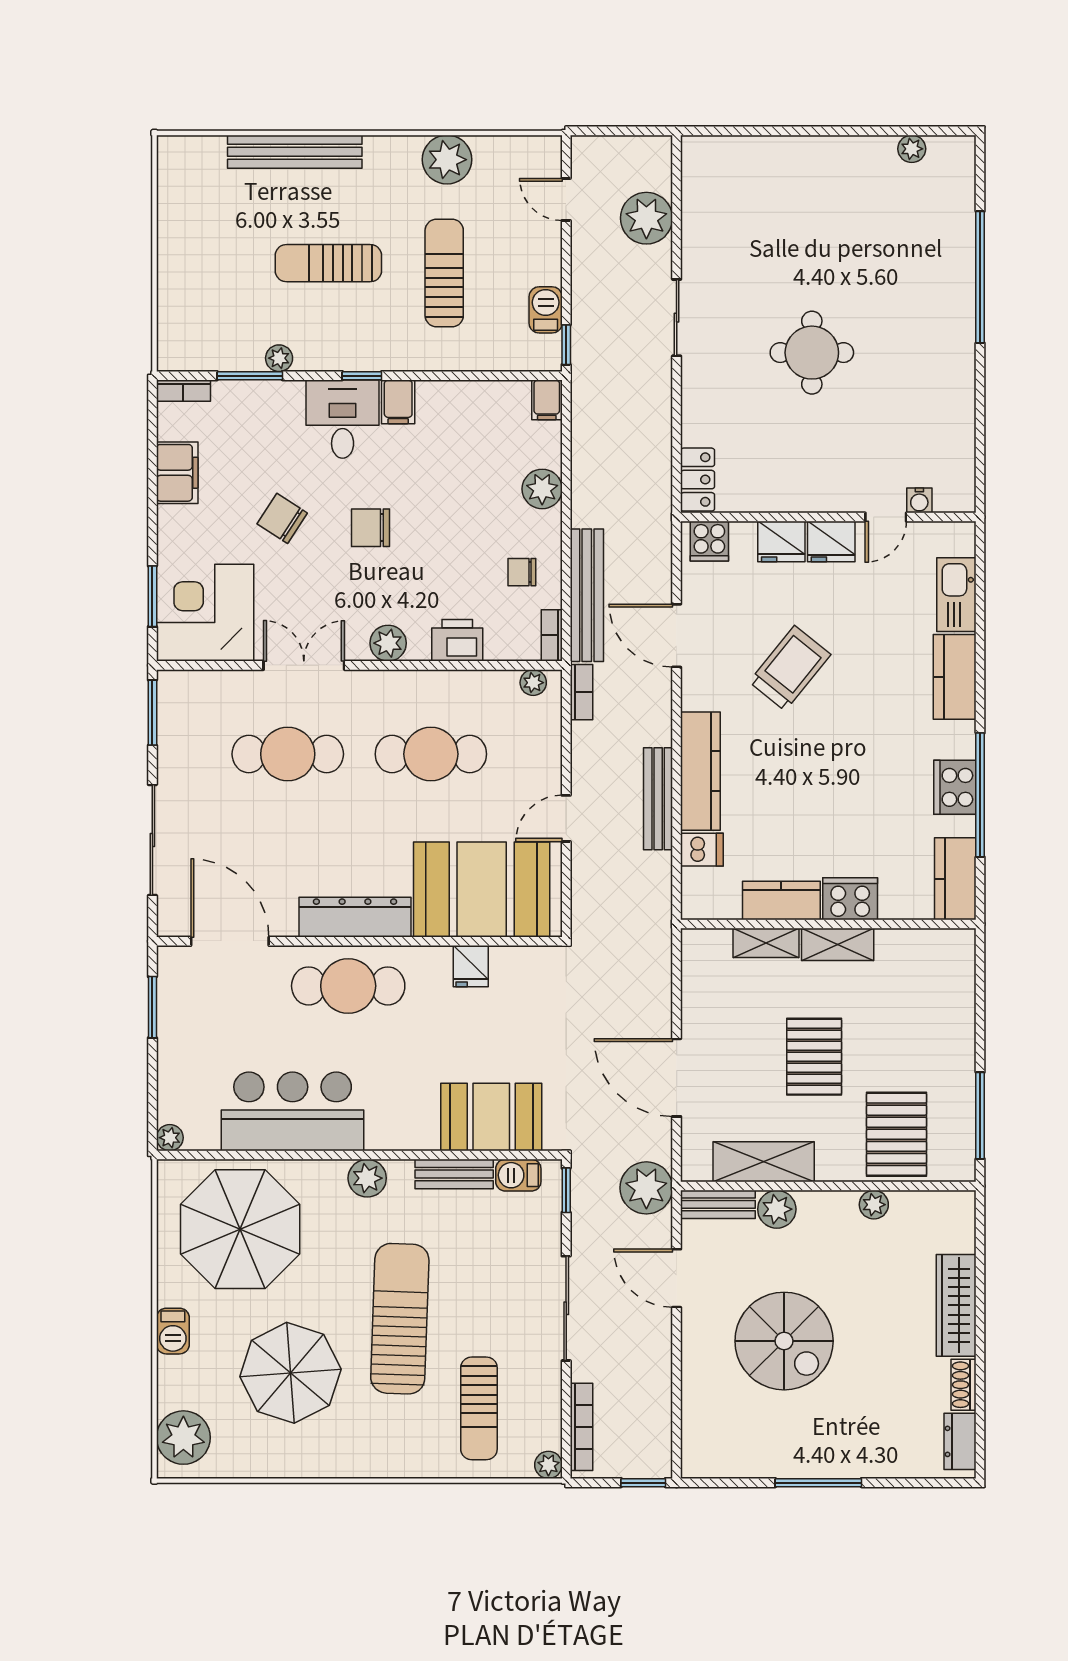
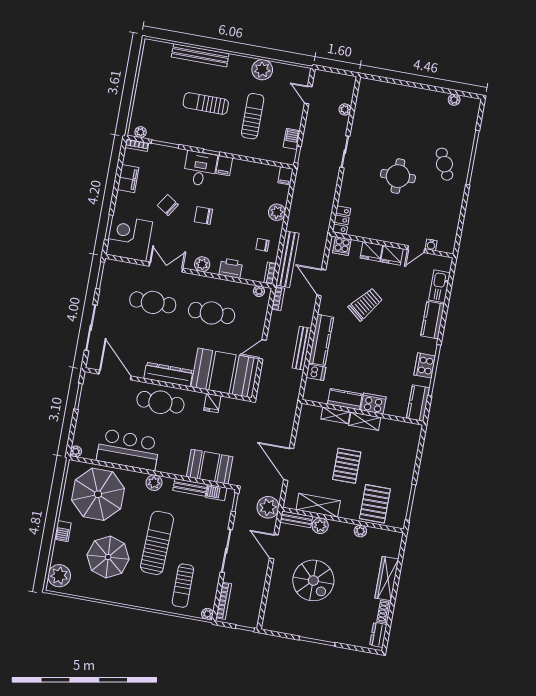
plant: (646, 218) -> (345, 109), width x0.53, depth x0.53
cafe table: (916, 305) -> (444, 164), added
plant: (279, 358) -> (141, 132), moved

